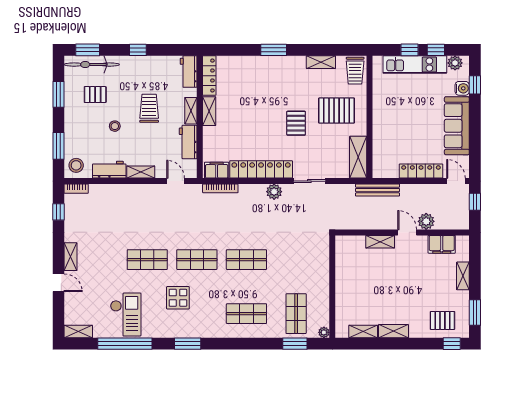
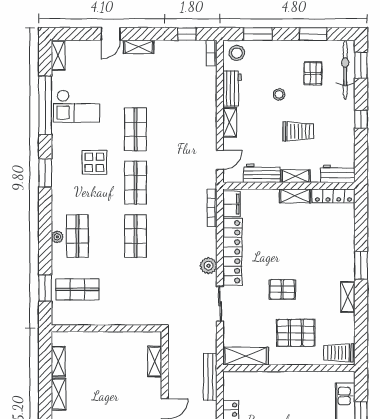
shelving: (321, 62) -> (348, 297), moved
pallet: (337, 111) -> (296, 333), turned 90
shelving: (380, 242) -> (155, 361), moved
plant: (324, 332) -> (57, 237), moved

